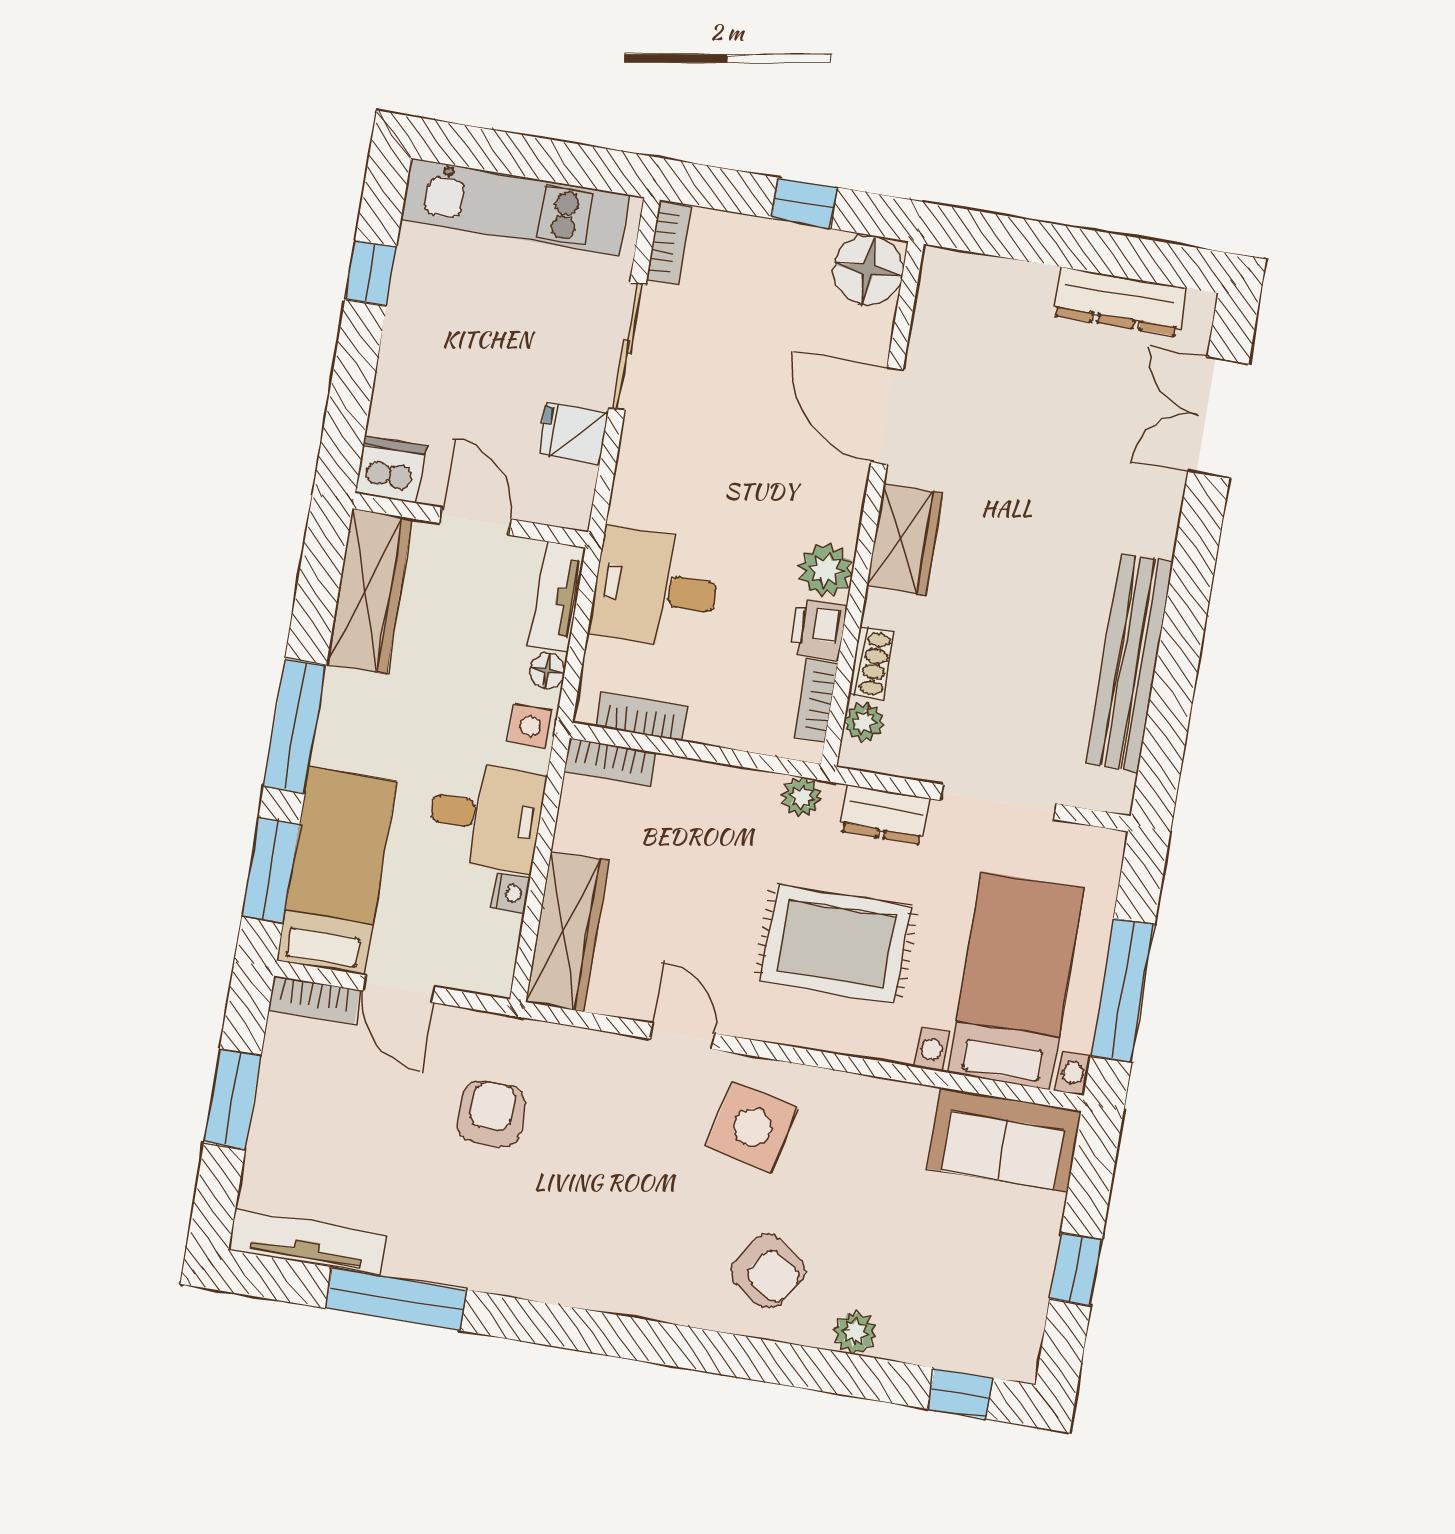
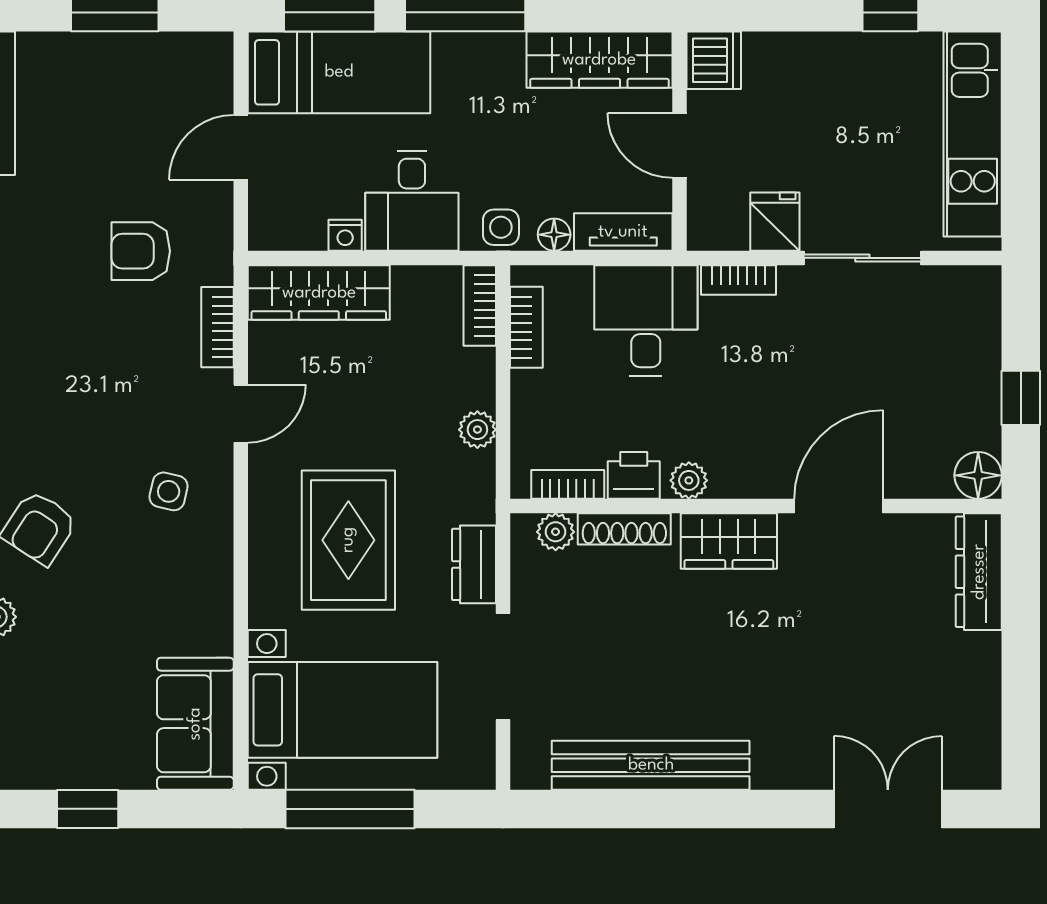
bookcase: (669, 243) -> (738, 280), moved
floor lamp: (868, 270) -> (978, 475), width x0.73, depth x0.73
dresser: (1119, 302) -> (979, 572), moved
door: (475, 521) -> (680, 145), swing flipped
plant: (826, 570) -> (689, 480), width x0.73, depth x0.73
shoe rack: (871, 663) -> (624, 529), width x1.43
plant: (801, 797) -> (477, 430), moved
bookcase: (314, 1000) -> (217, 327), moved
armchair: (491, 1114) -> (141, 251), turned 180
side table: (752, 1127) -> (169, 491), width x0.54, depth x0.54

